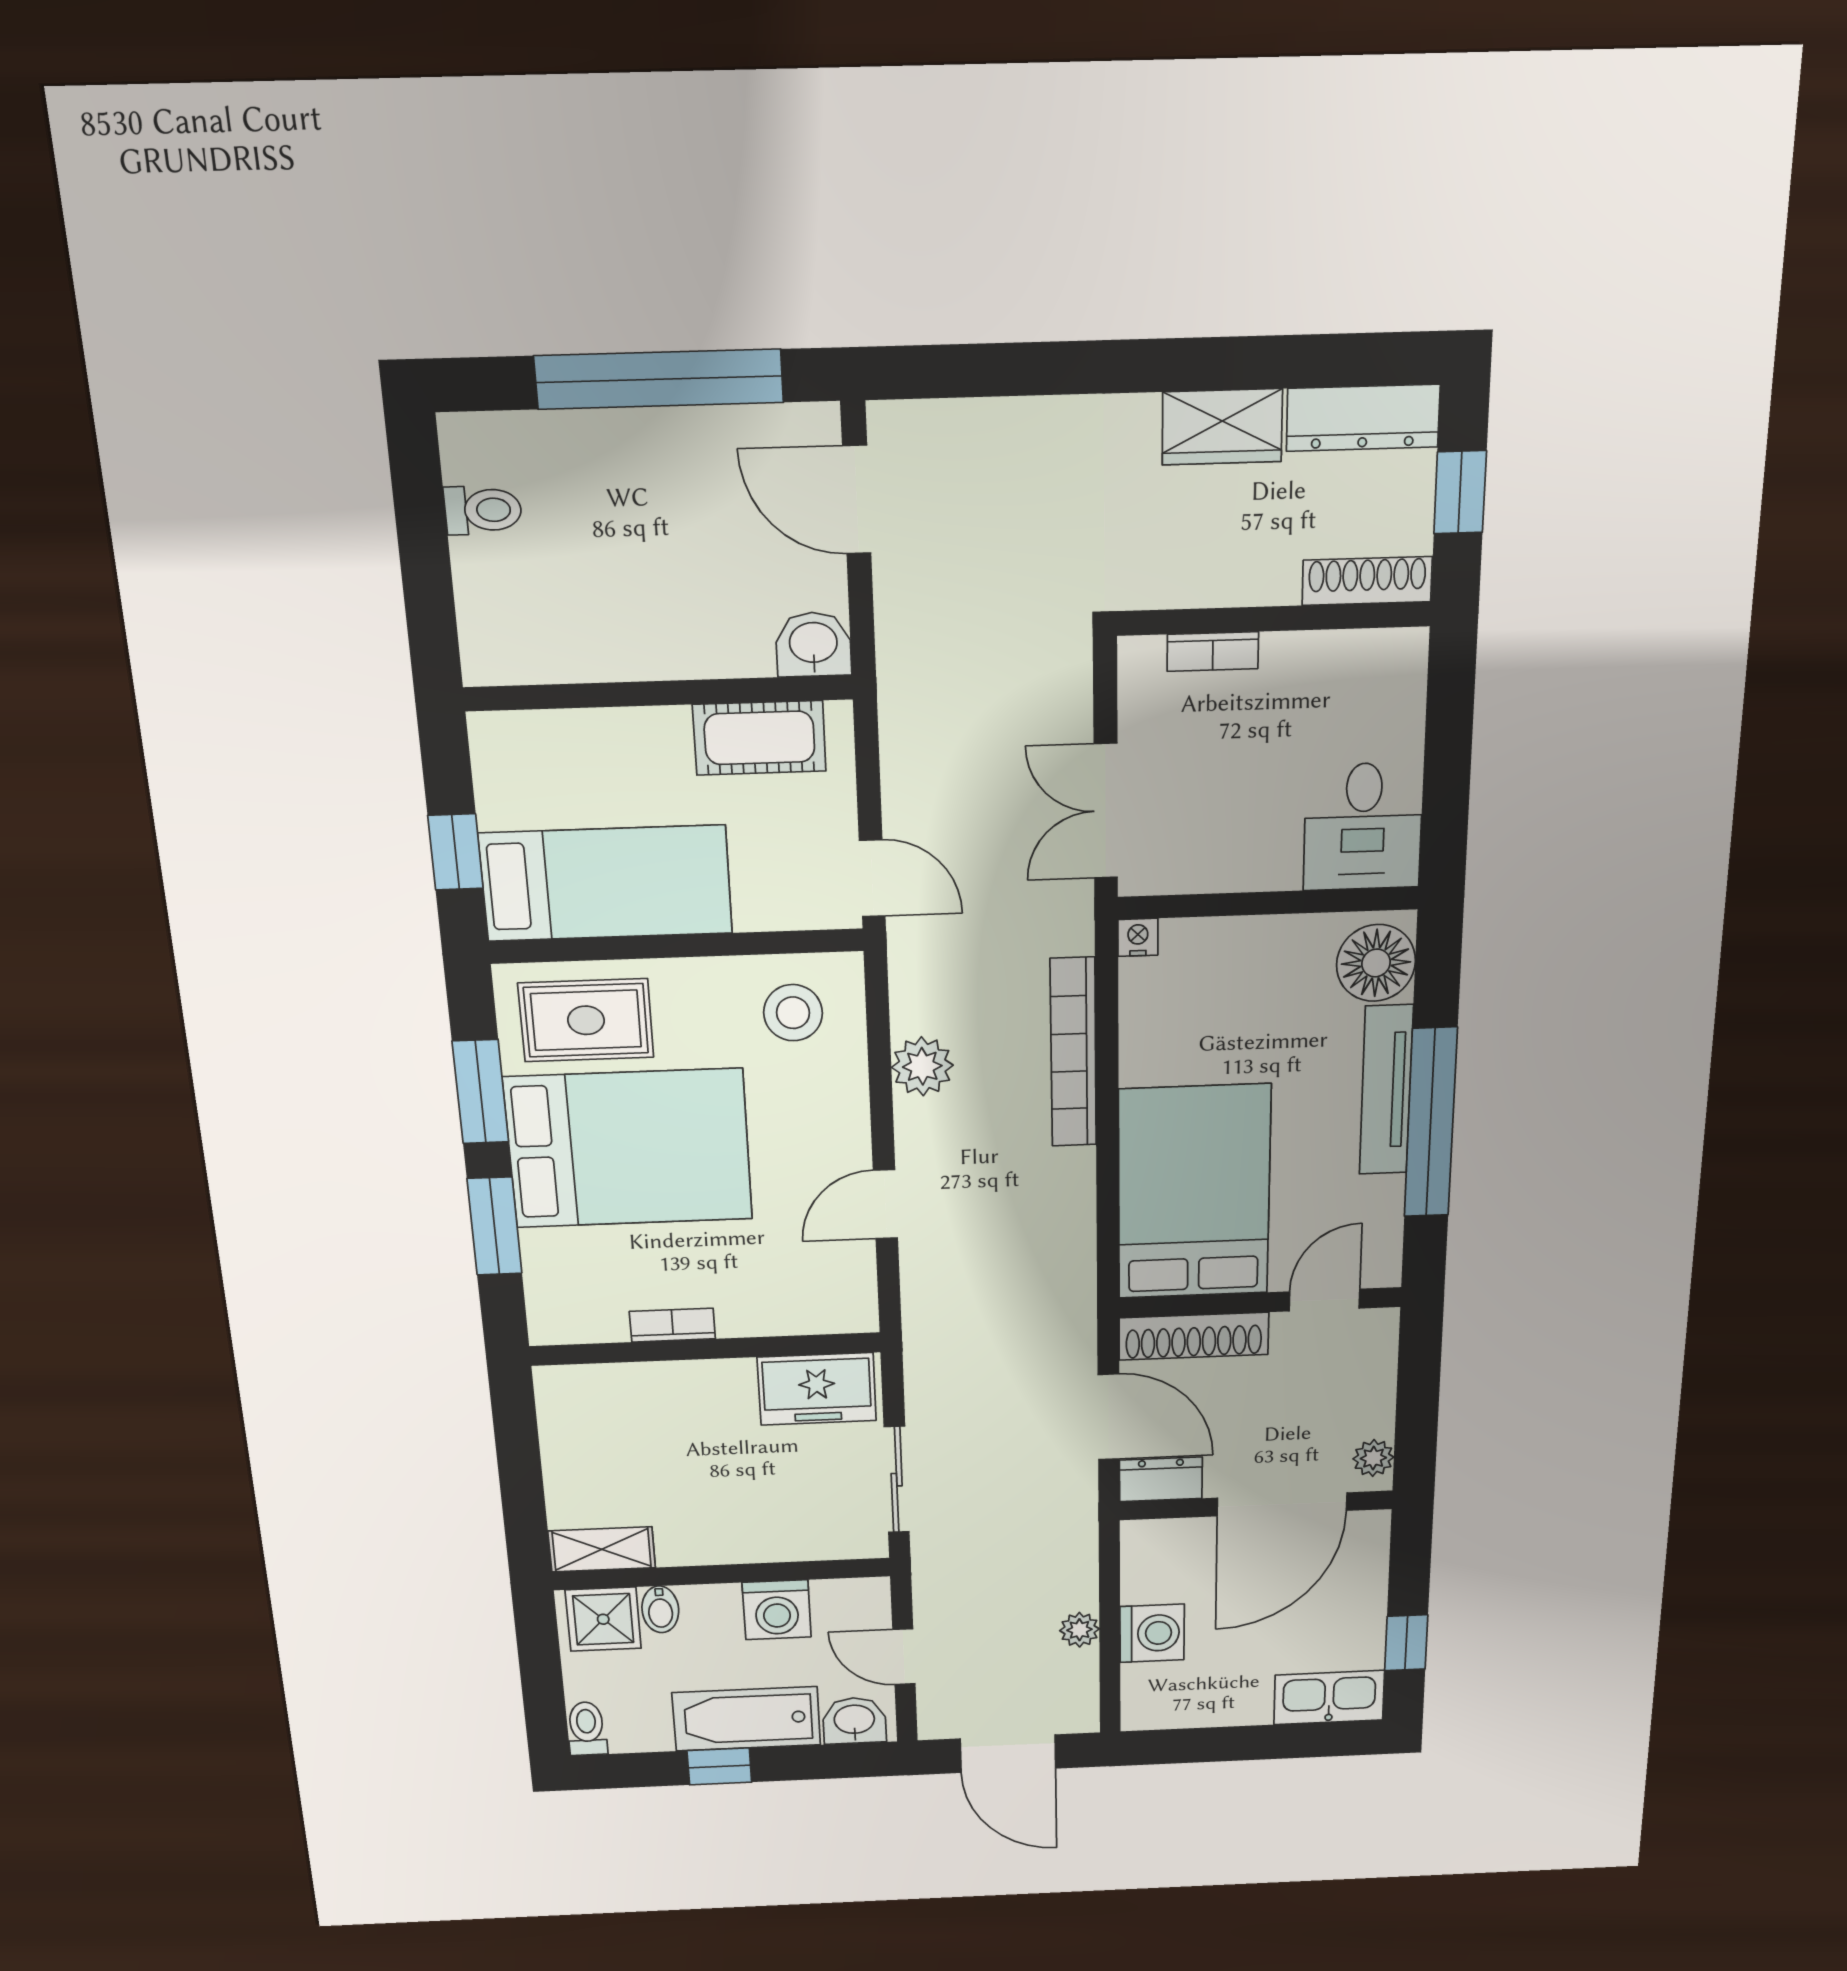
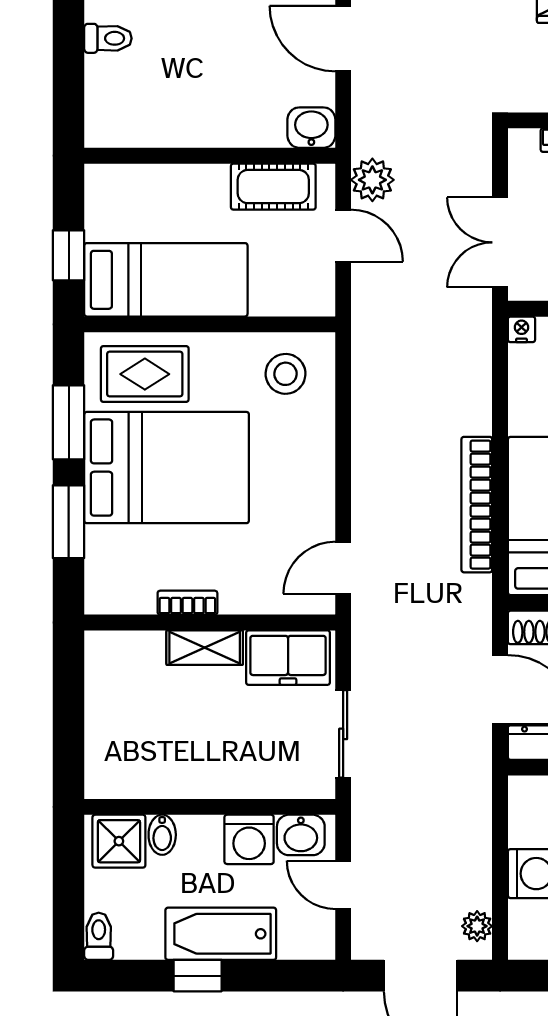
door: (872, 878) -> (343, 236), moved
bookcase: (1073, 1053) -> (477, 505), moved
plant: (922, 1066) -> (372, 180), moved
door: (885, 1204) -> (343, 568), moved
shelving: (602, 1549) -> (205, 648), moved
plant: (1079, 1630) -> (477, 926), moved
washbasin: (854, 1721) -> (301, 835), moved, turned 180

